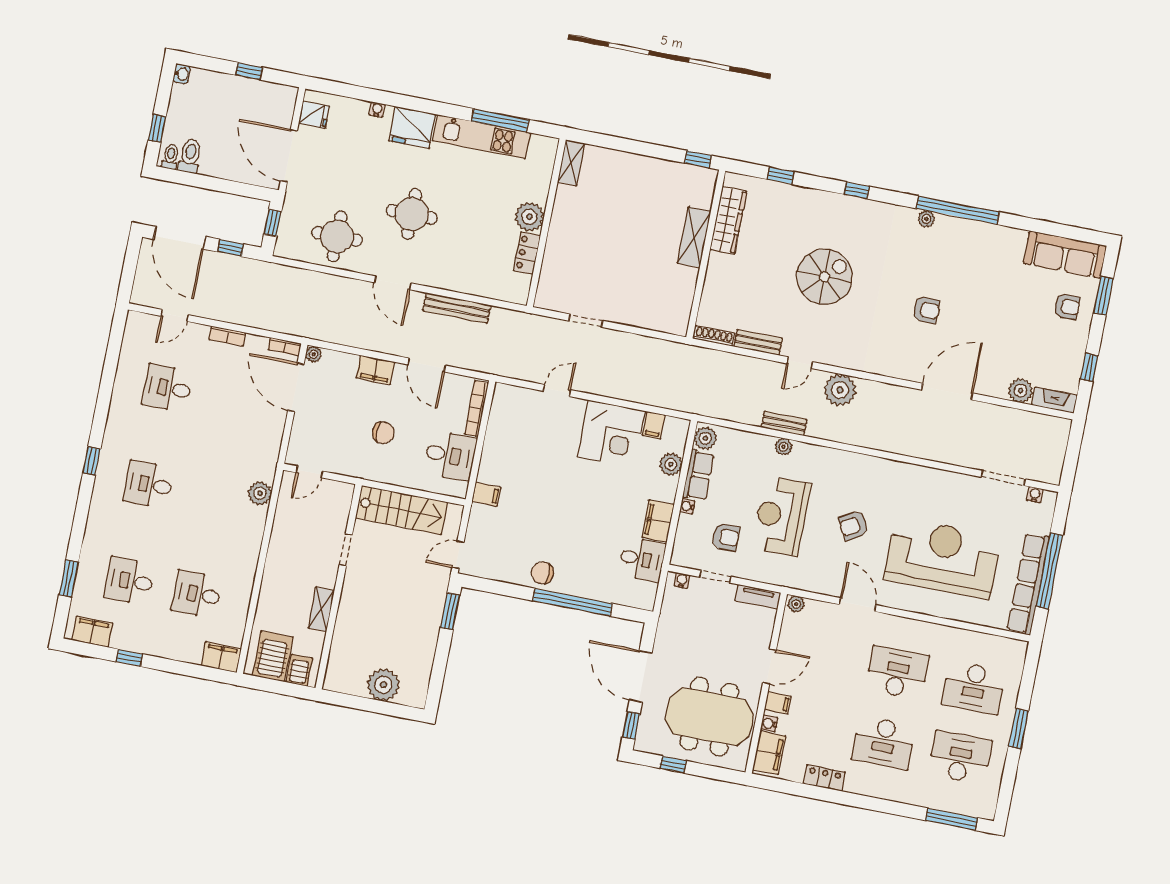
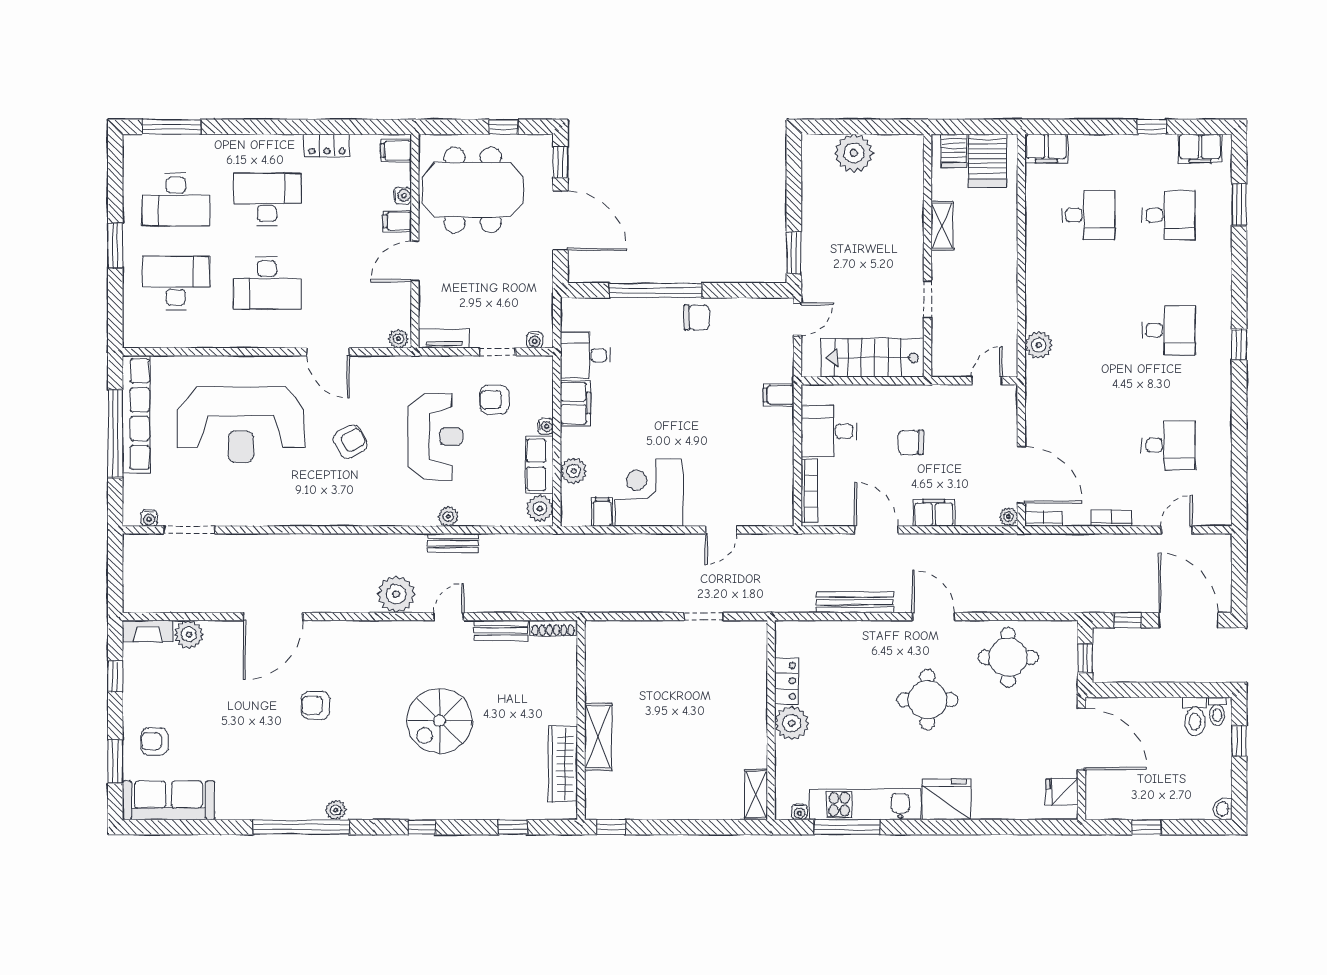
water cooler: (377, 109) -> (799, 812), moved
filing cabinet: (769, 753) -> (396, 150), width x0.50

